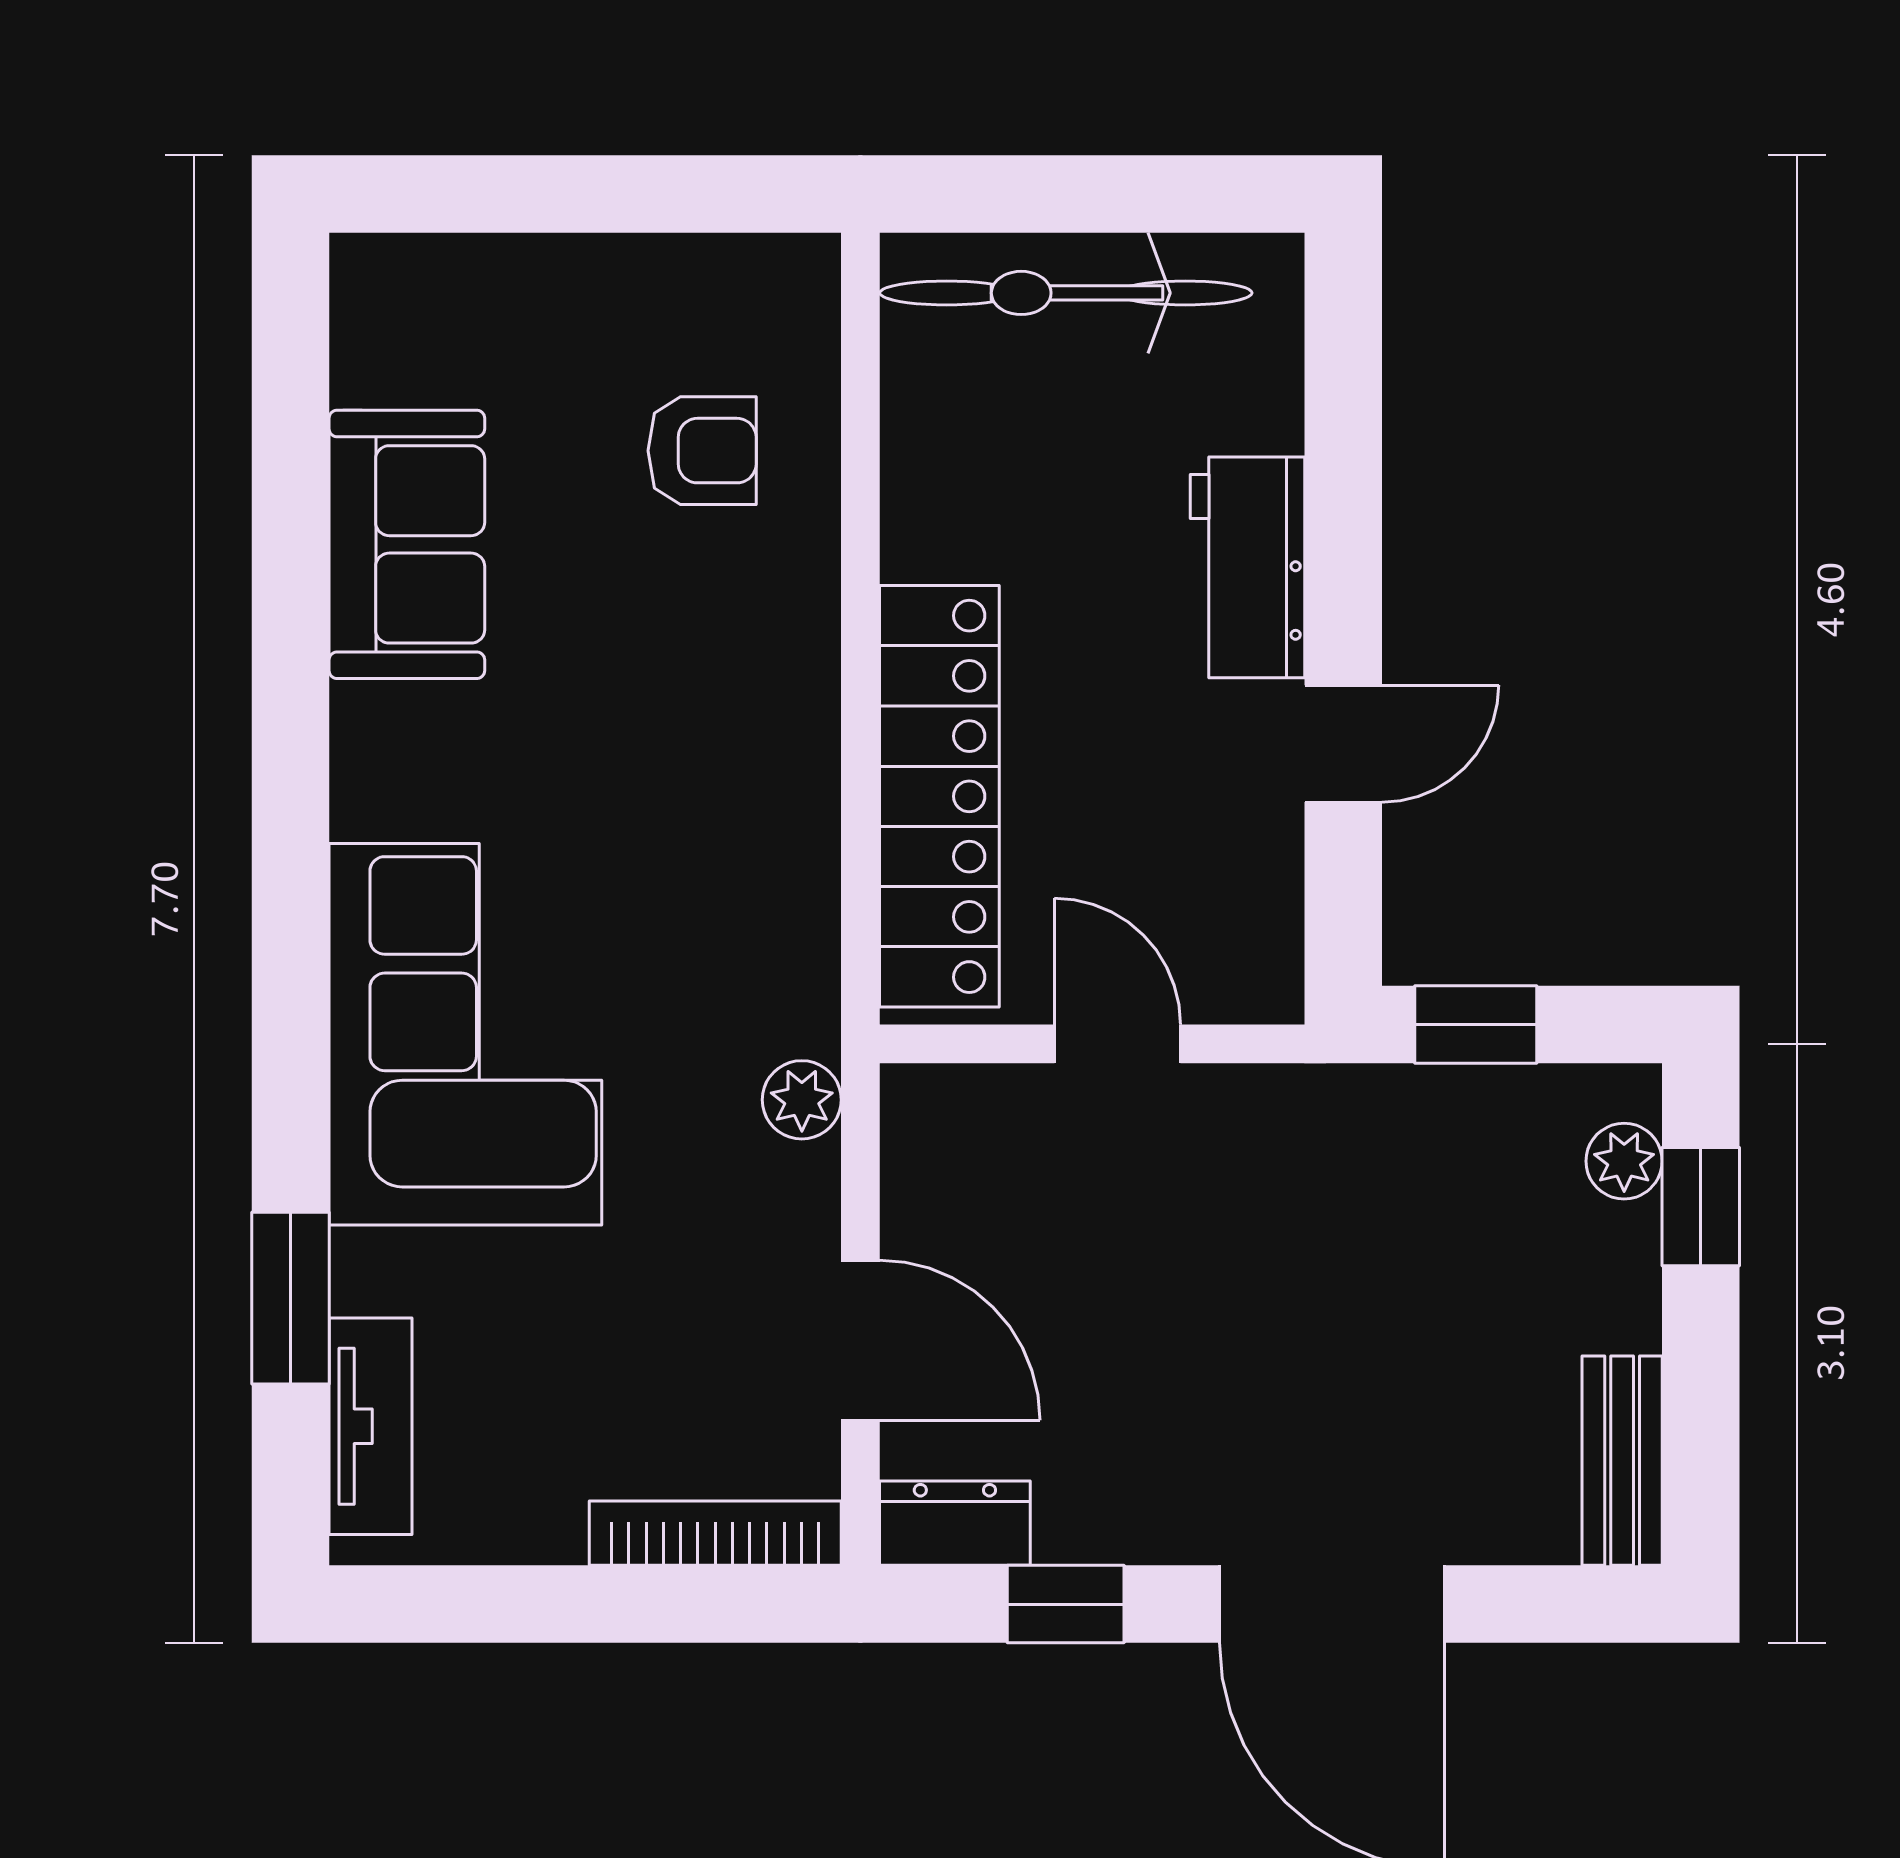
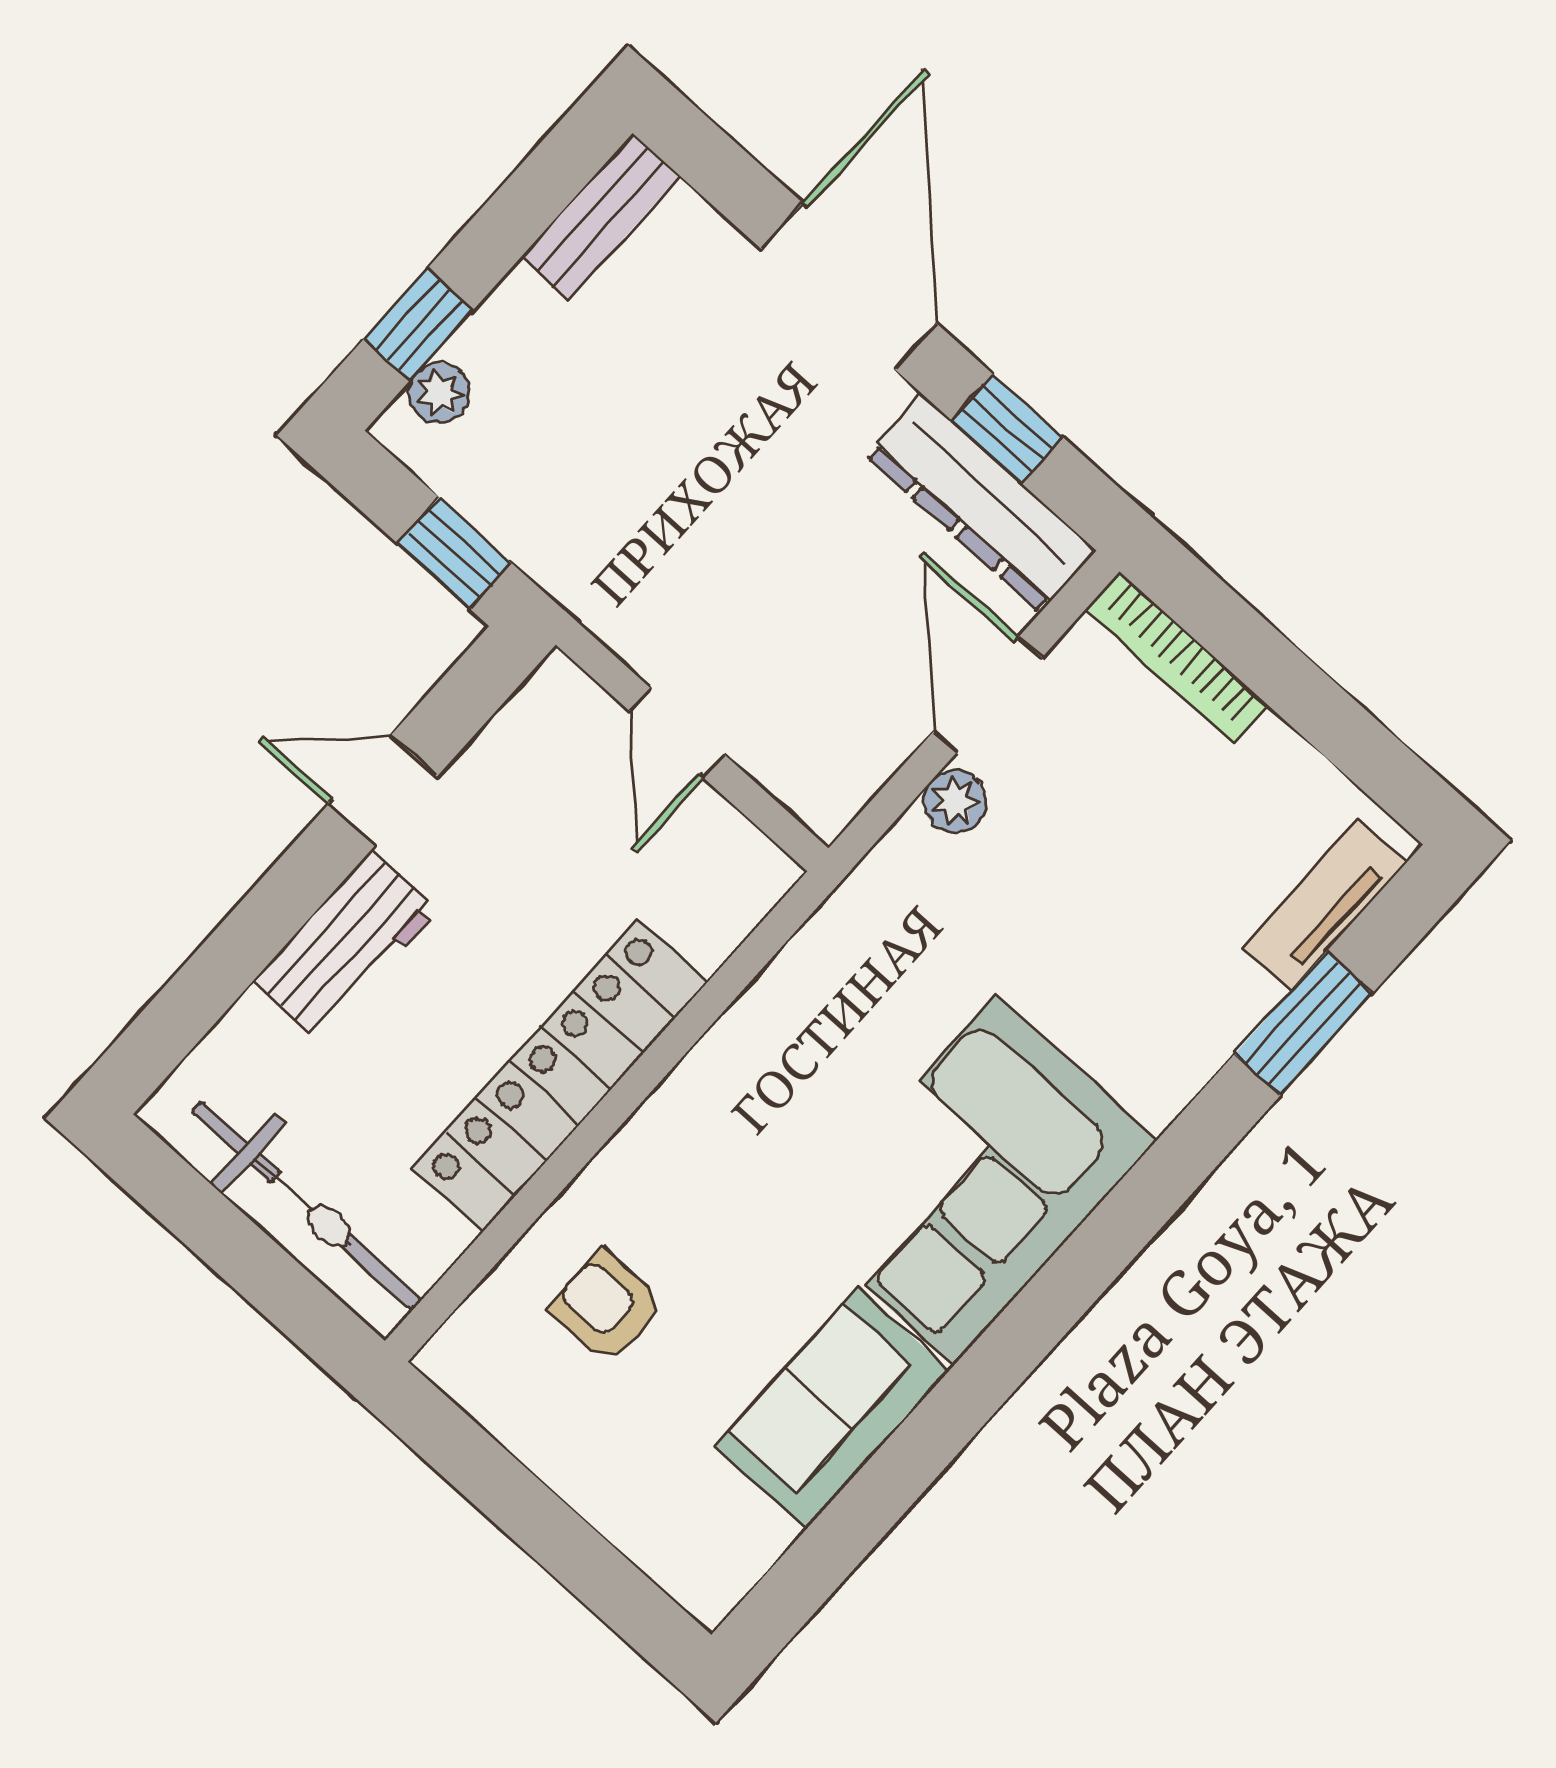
locker: (939, 796) -> (560, 1075), moved
corner sofa: (465, 1034) -> (975, 1180), moved
plant: (802, 1100) -> (955, 801), moved
dresser: (955, 1523) -> (981, 503), width x1.96, depth x1.24

